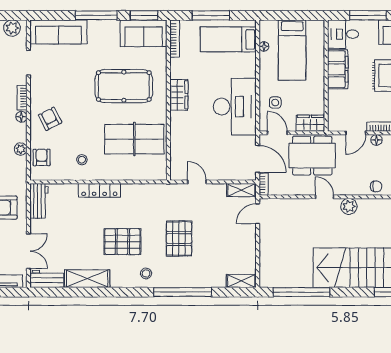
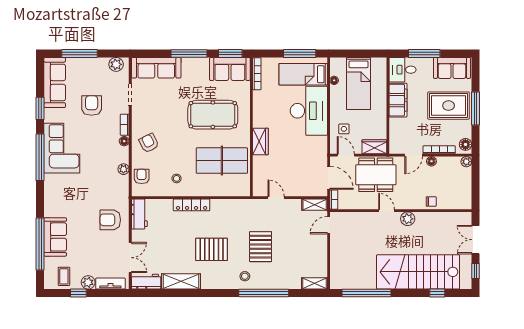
window: (211, 15) -> (300, 53), moved
wardrobe: (179, 95) -> (260, 141), moved
desk: (235, 107) -> (309, 111), moved
stool: (146, 273) -> (245, 276), moved

